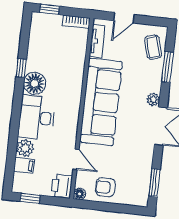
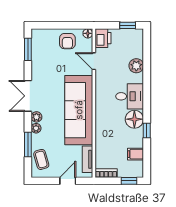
plant: (155, 86) -> (36, 128), added
desk: (37, 118) -> (130, 96), width x0.73
filing cabinet: (24, 165) -> (136, 154), moved
armchair: (105, 187) -> (67, 41), turned 90

